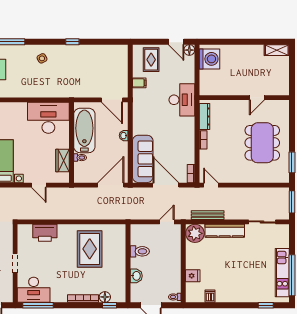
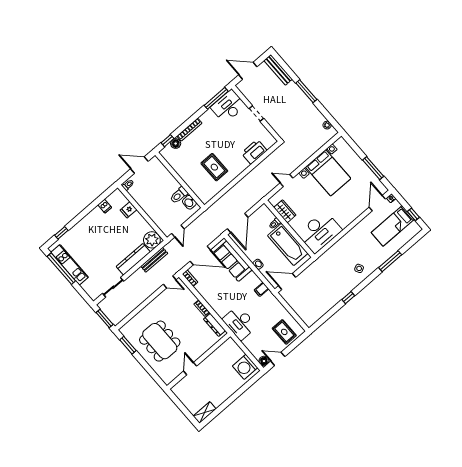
filing cabinet: (139, 83) -> (261, 289), moved
rug: (90, 249) -> (214, 167), width x0.73, depth x0.70
washbasin: (136, 276) -> (189, 202), moved

